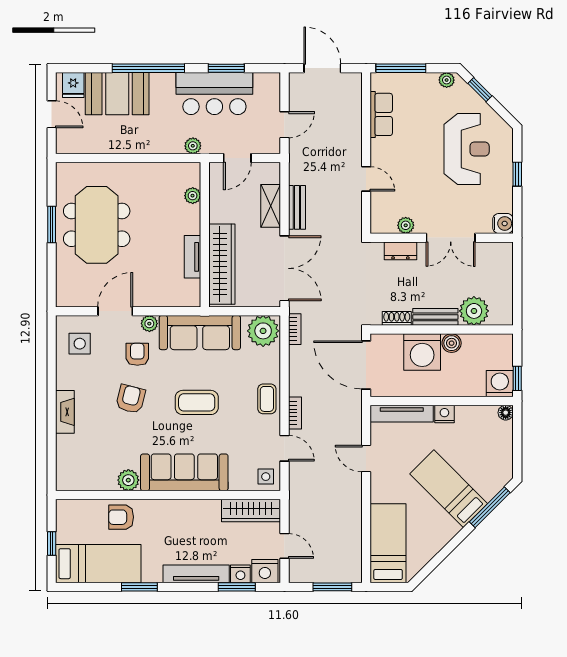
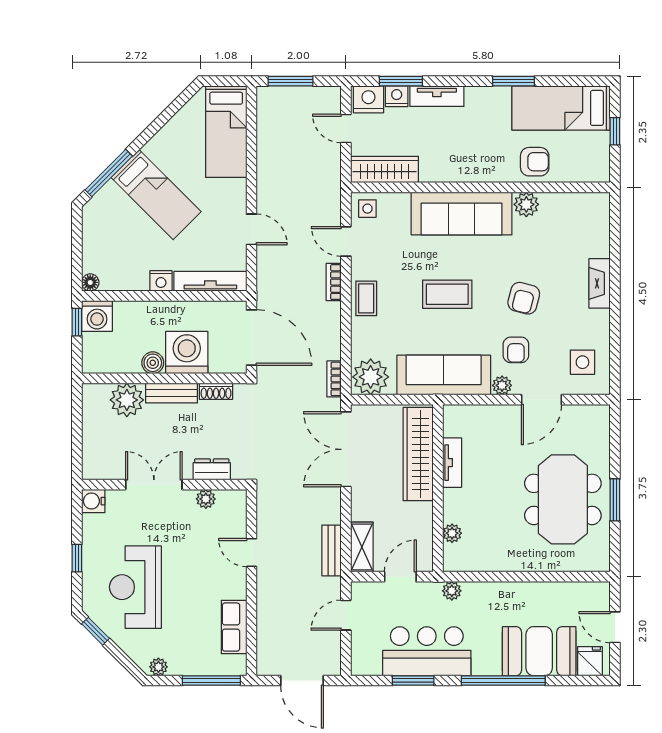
window: (480, 90) -> (95, 631), moved
shelving: (271, 206) -> (362, 547), moved
bench: (297, 207) -> (331, 550), moved
tv unit: (196, 574) -> (437, 96), width x0.71

